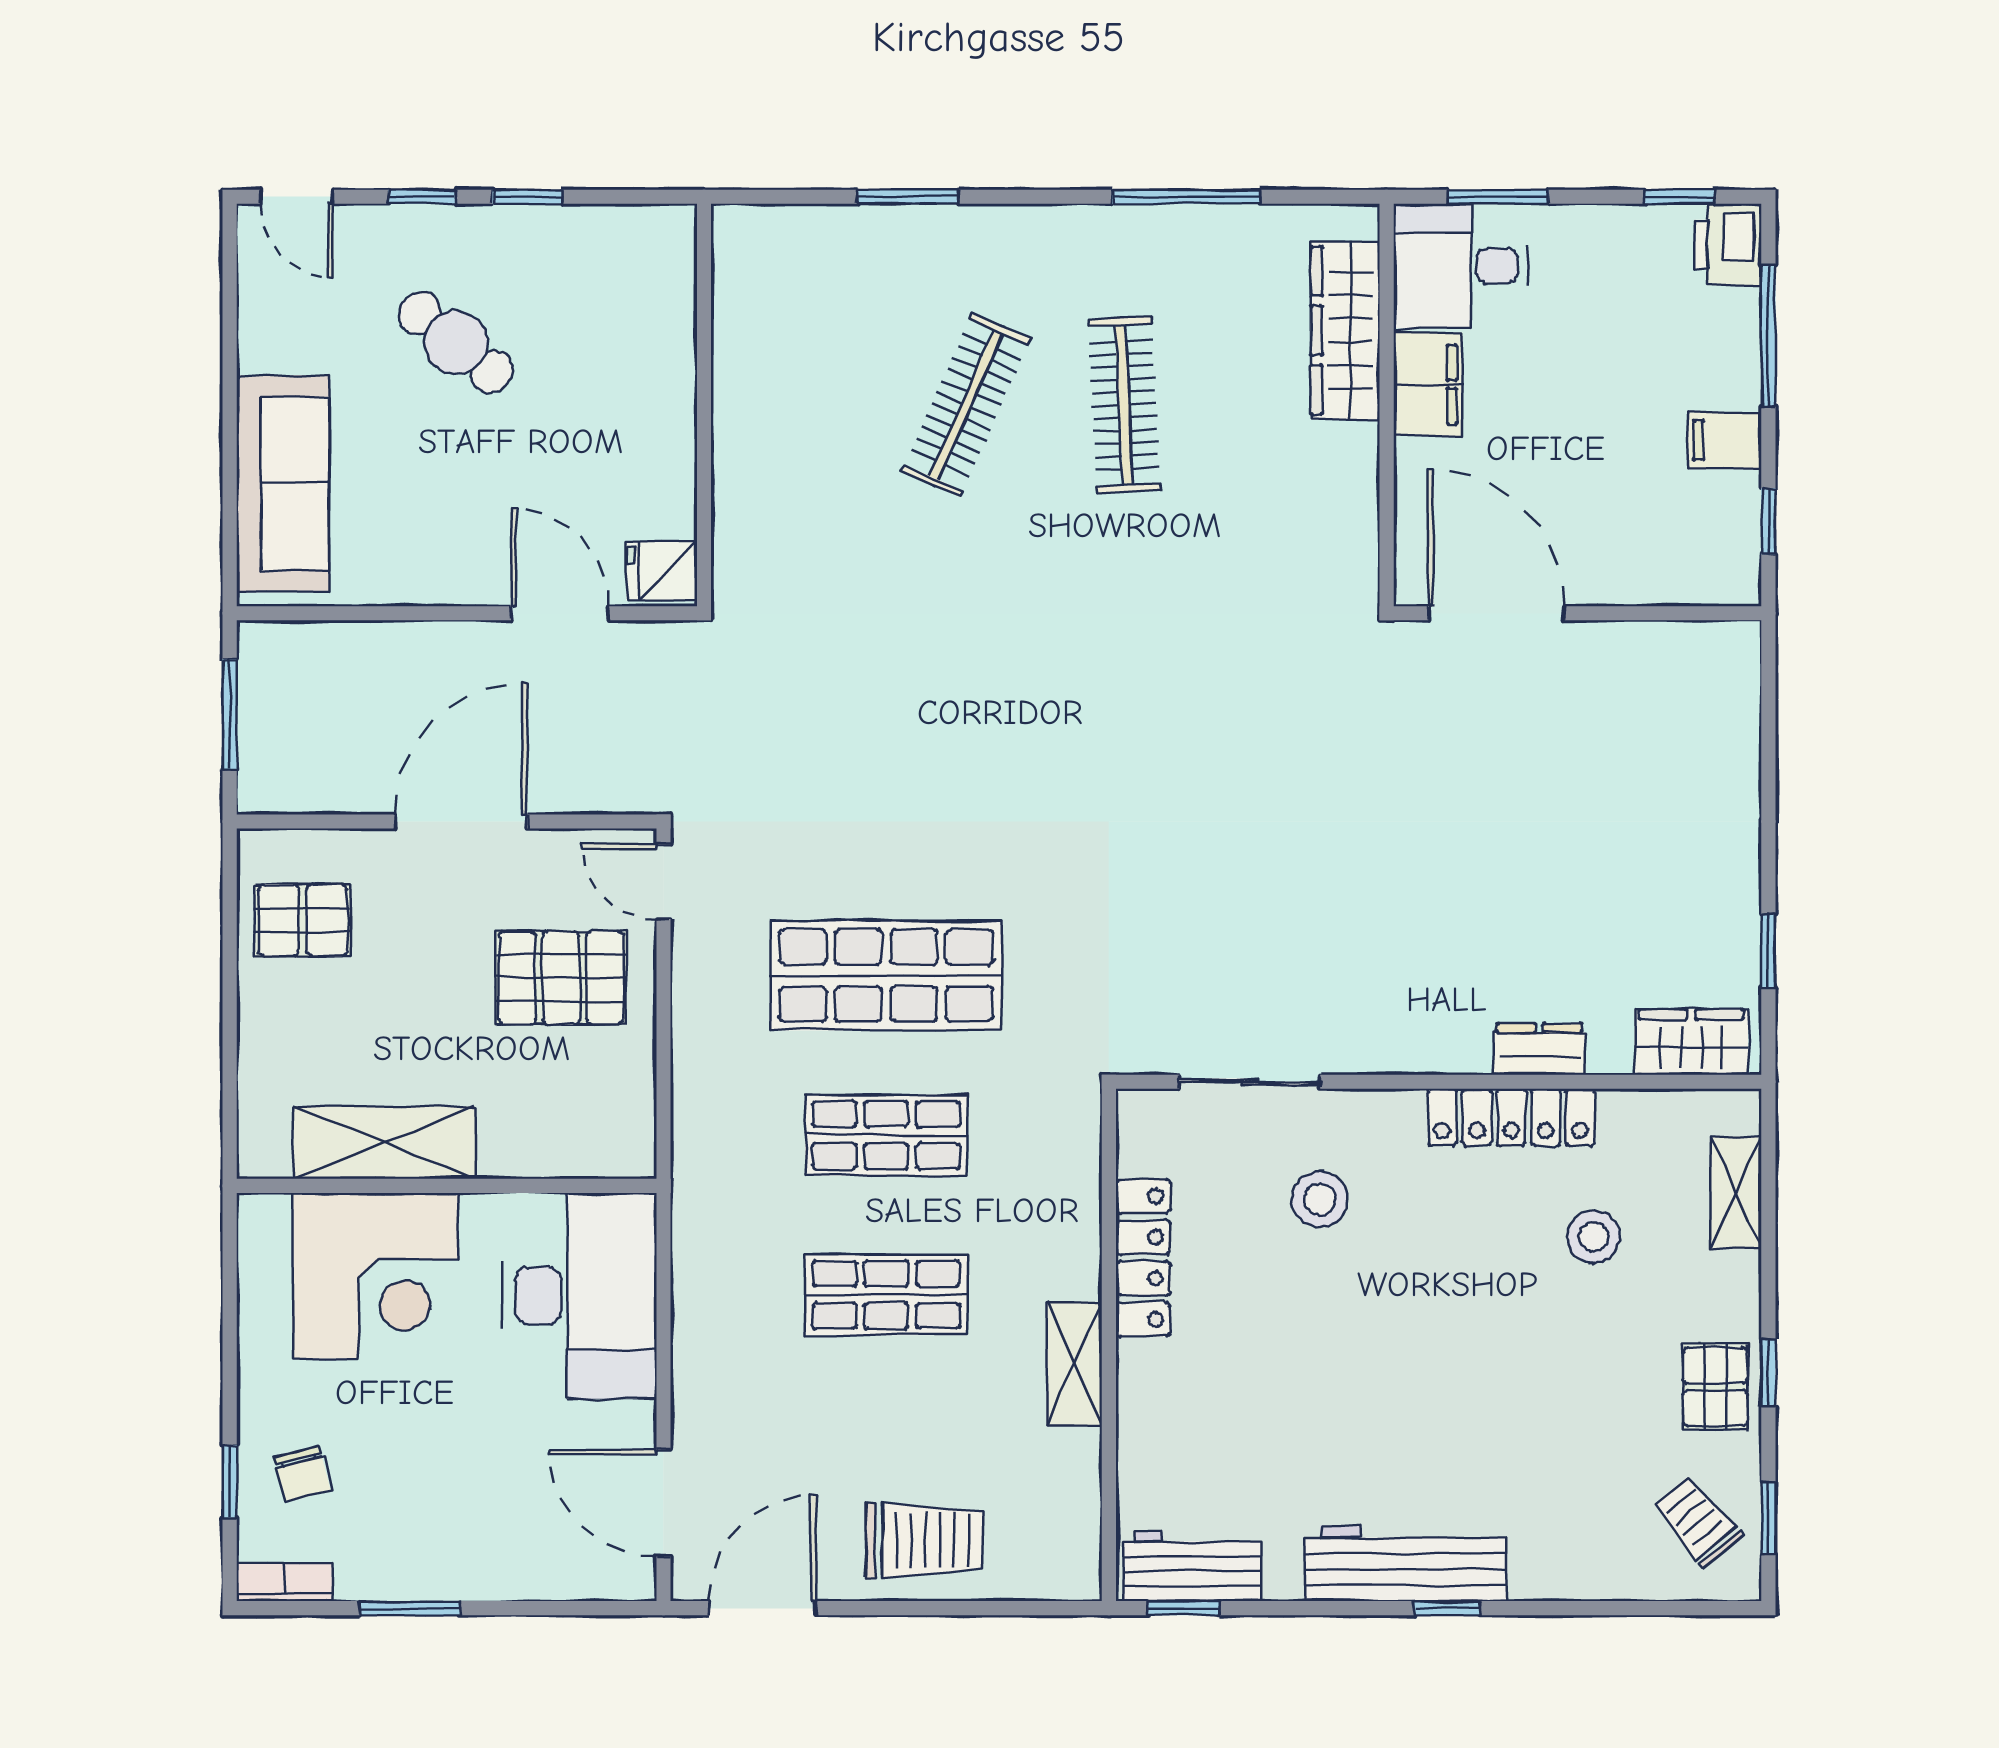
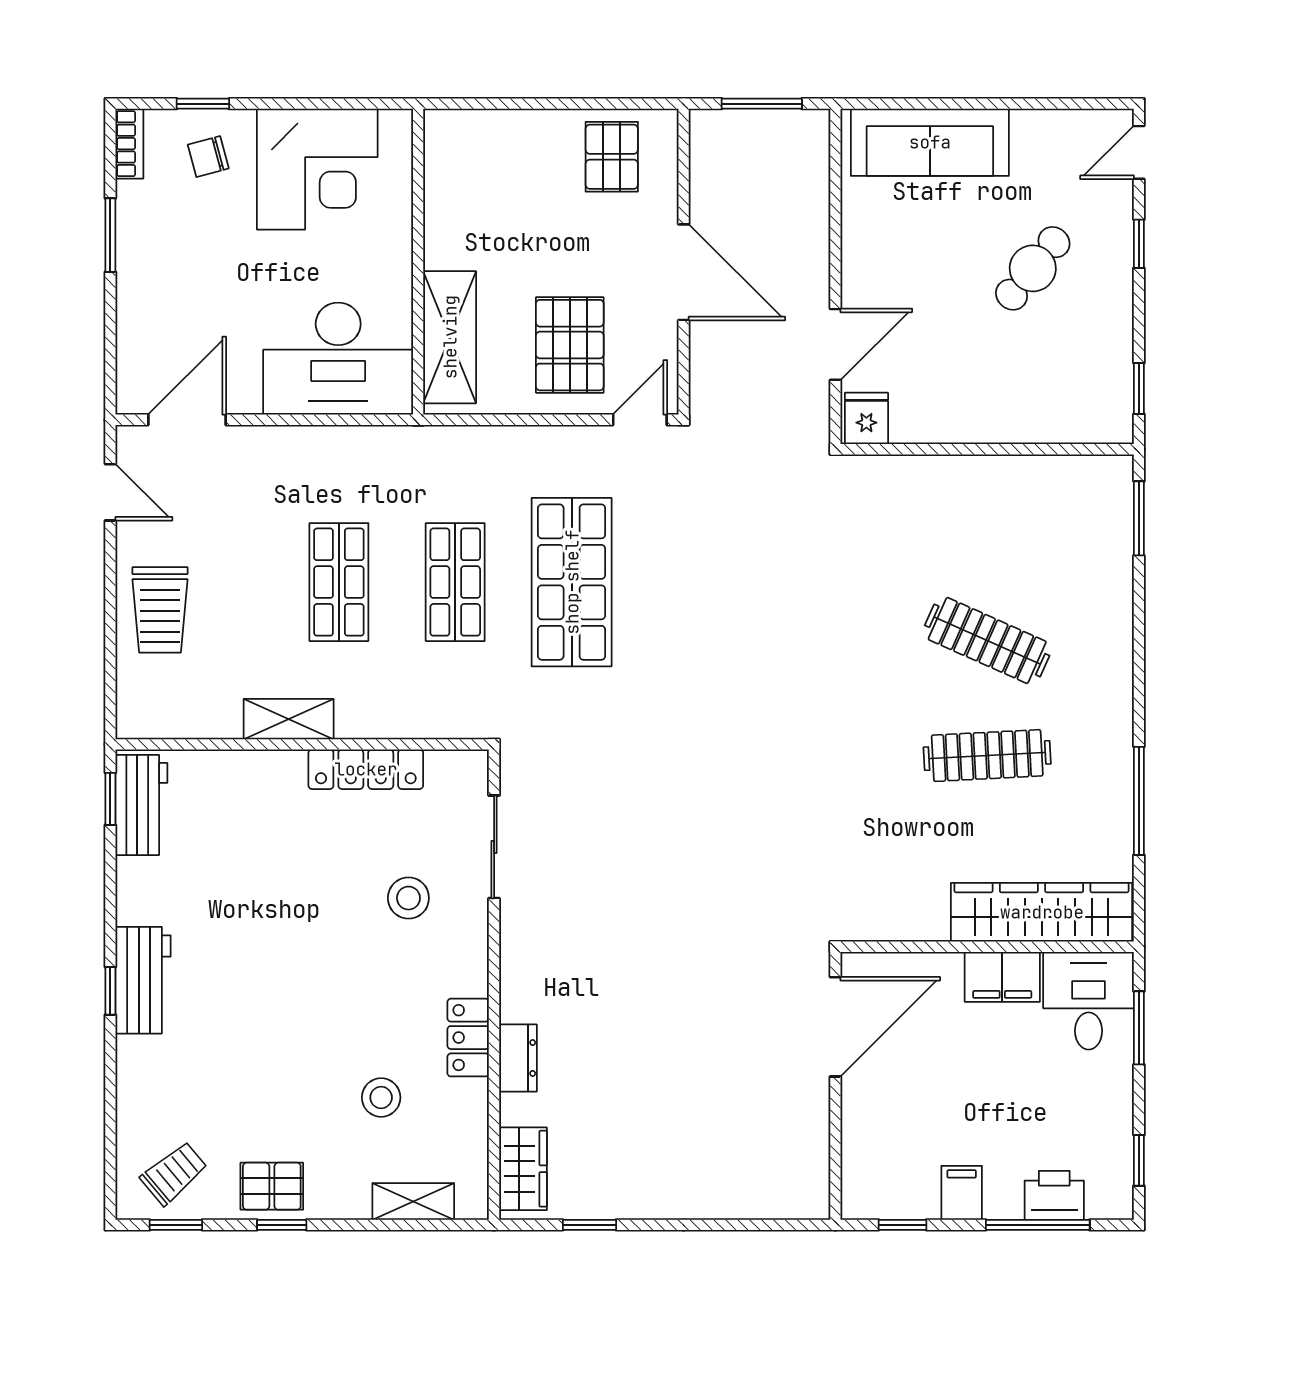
window: (527, 197) -> (1139, 388), moved
window: (908, 197) -> (1139, 518), moved
printer: (1728, 244) -> (1054, 1195), moved
wardrobe: (1345, 330) -> (1042, 912), width x1.40, depth x1.17
locker: (1511, 1117) -> (468, 1038), width x0.66
shelving: (384, 1143) -> (450, 337), moved
corner desk: (375, 1276) -> (317, 169), moved, turned -90
workbench: (1405, 1563) -> (143, 980), width x0.73
door: (763, 1608) -> (110, 492), width x0.73

